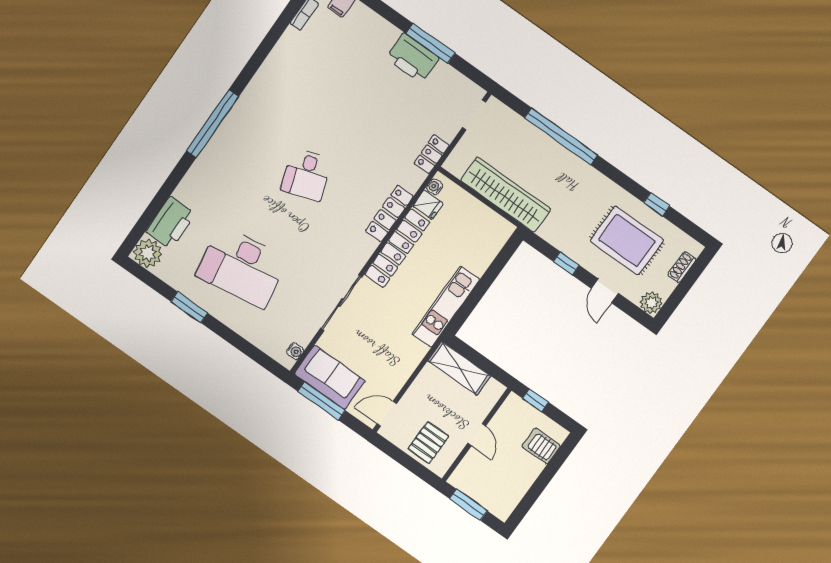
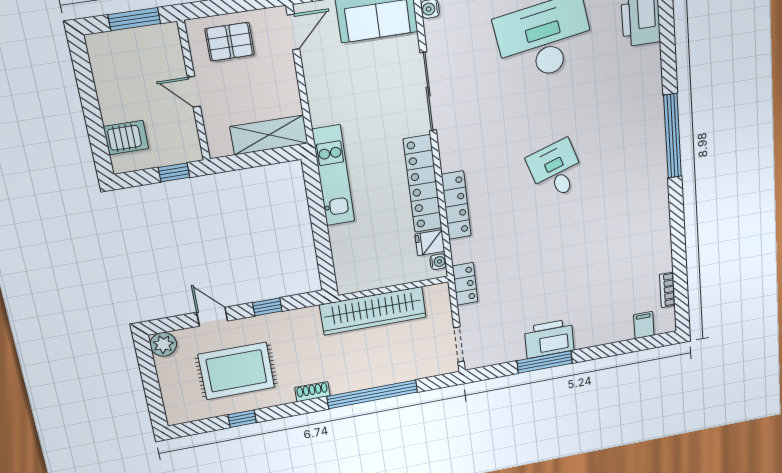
shoe rack: (682, 267) -> (312, 392), moved, turned -90
pallet: (428, 443) -> (230, 42), turned 90

